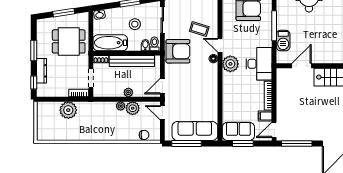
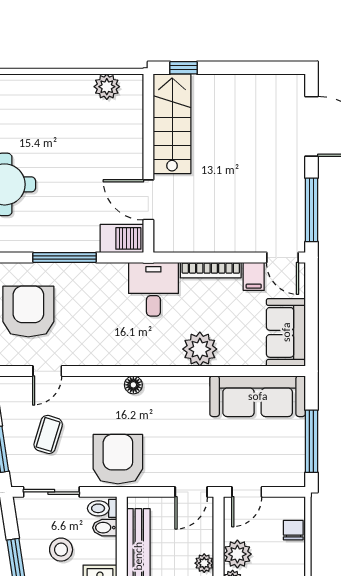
coffee table: (199, 29) -> (48, 434), moved
barbecue: (283, 41) -> (122, 238), moved
door: (220, 45) -> (47, 371), moved
plant: (230, 64) -> (200, 349), moved
desk: (259, 64) -> (153, 289), width x0.73
door: (162, 86) -> (191, 492), hinge flipped
sofa: (195, 131) -> (258, 396), moved, turned -90
window: (243, 144) -> (311, 323), removed

